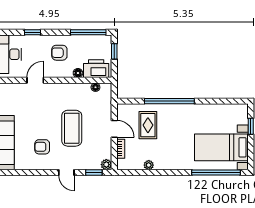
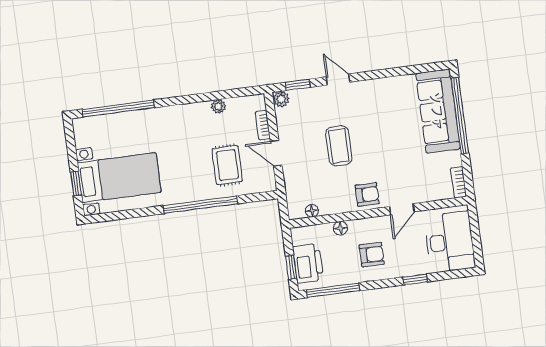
printer: (96, 69) -> (308, 263), moved, turned -90
coffee table: (72, 128) -> (339, 146), width x0.73, depth x0.76
armchair: (42, 147) -> (367, 194), moved
bed with nightstands: (221, 147) -> (119, 178), moved

